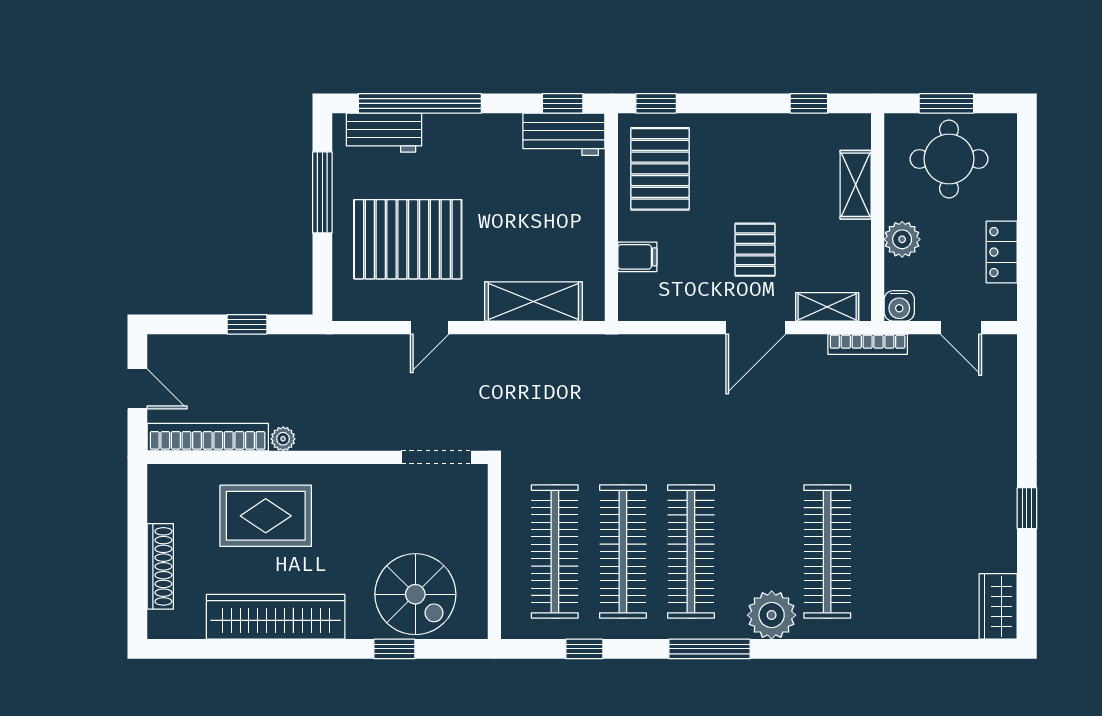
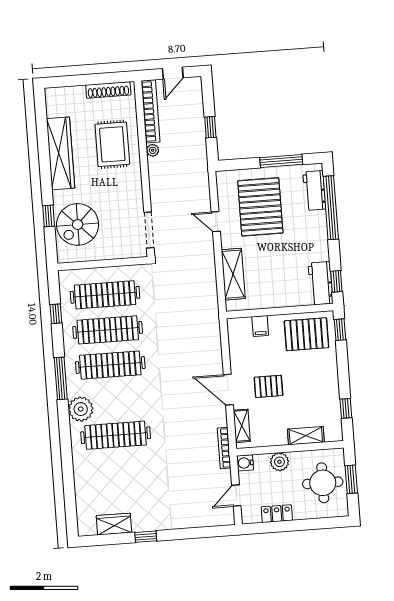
shoe rack: (160, 566) -> (108, 90), moved
wardrobe: (998, 606) -> (114, 524), moved

